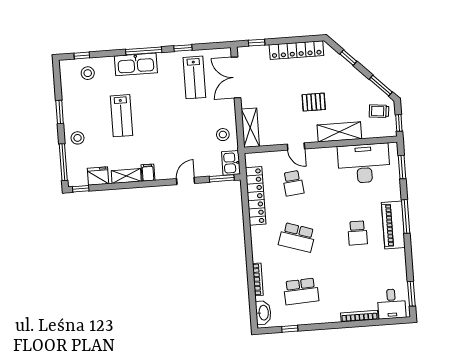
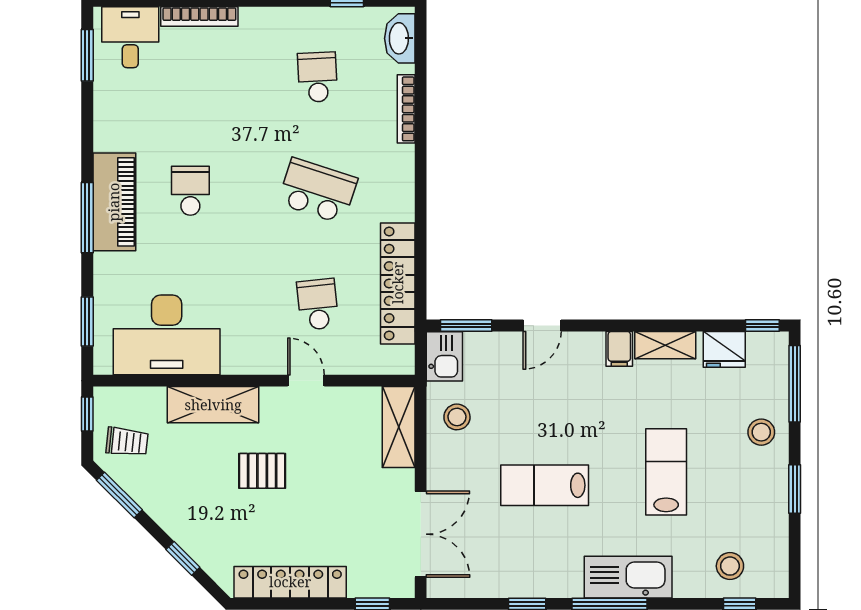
lab bench: (194, 77) -> (545, 485), moved, turned -90
school desk: (301, 291) -> (318, 77), width x0.54

